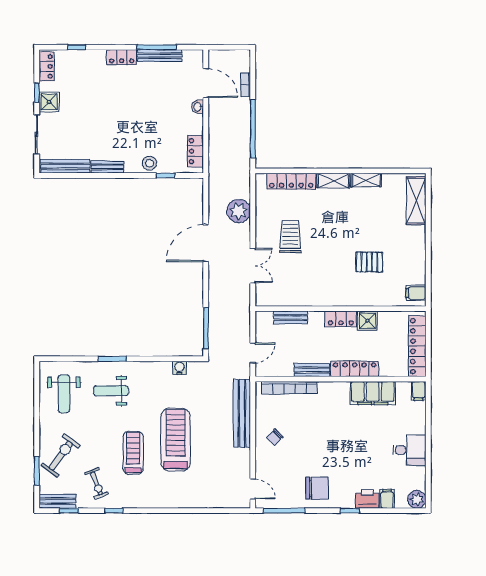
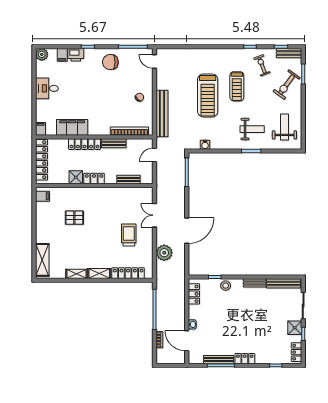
trolley: (290, 237) -> (129, 235), turned 180

